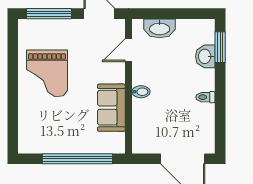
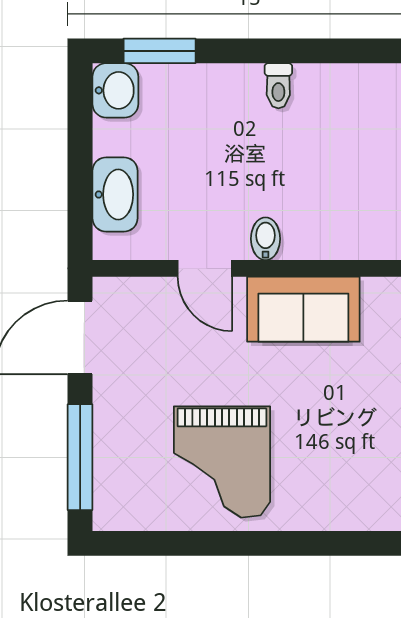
door: (128, 50) -> (205, 268), moved
washbasin: (205, 56) -> (115, 90), moved, turned -90
grand piano: (47, 73) -> (222, 462), turned 90

